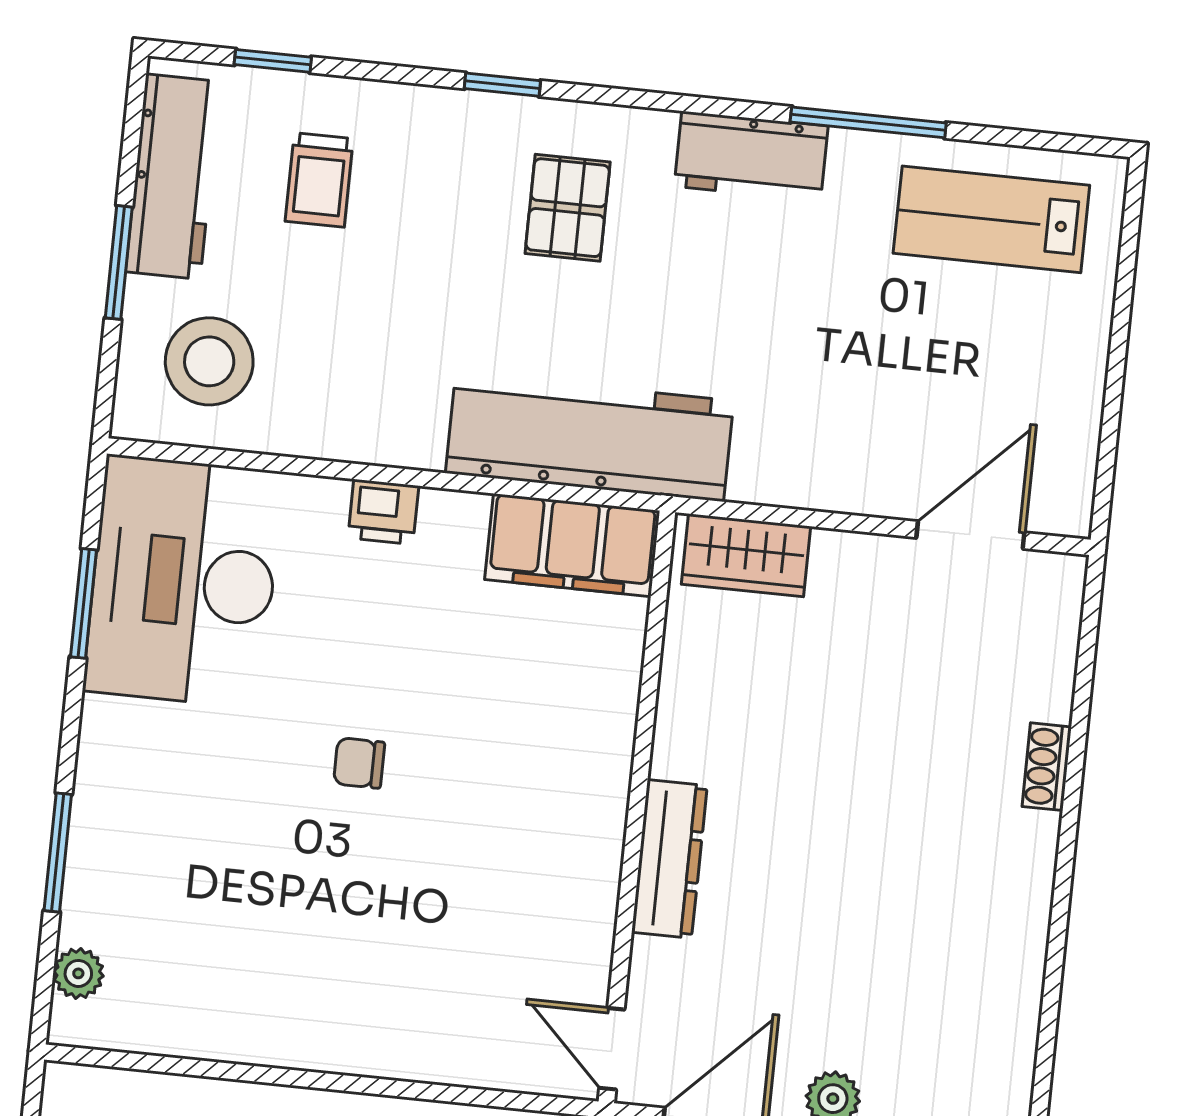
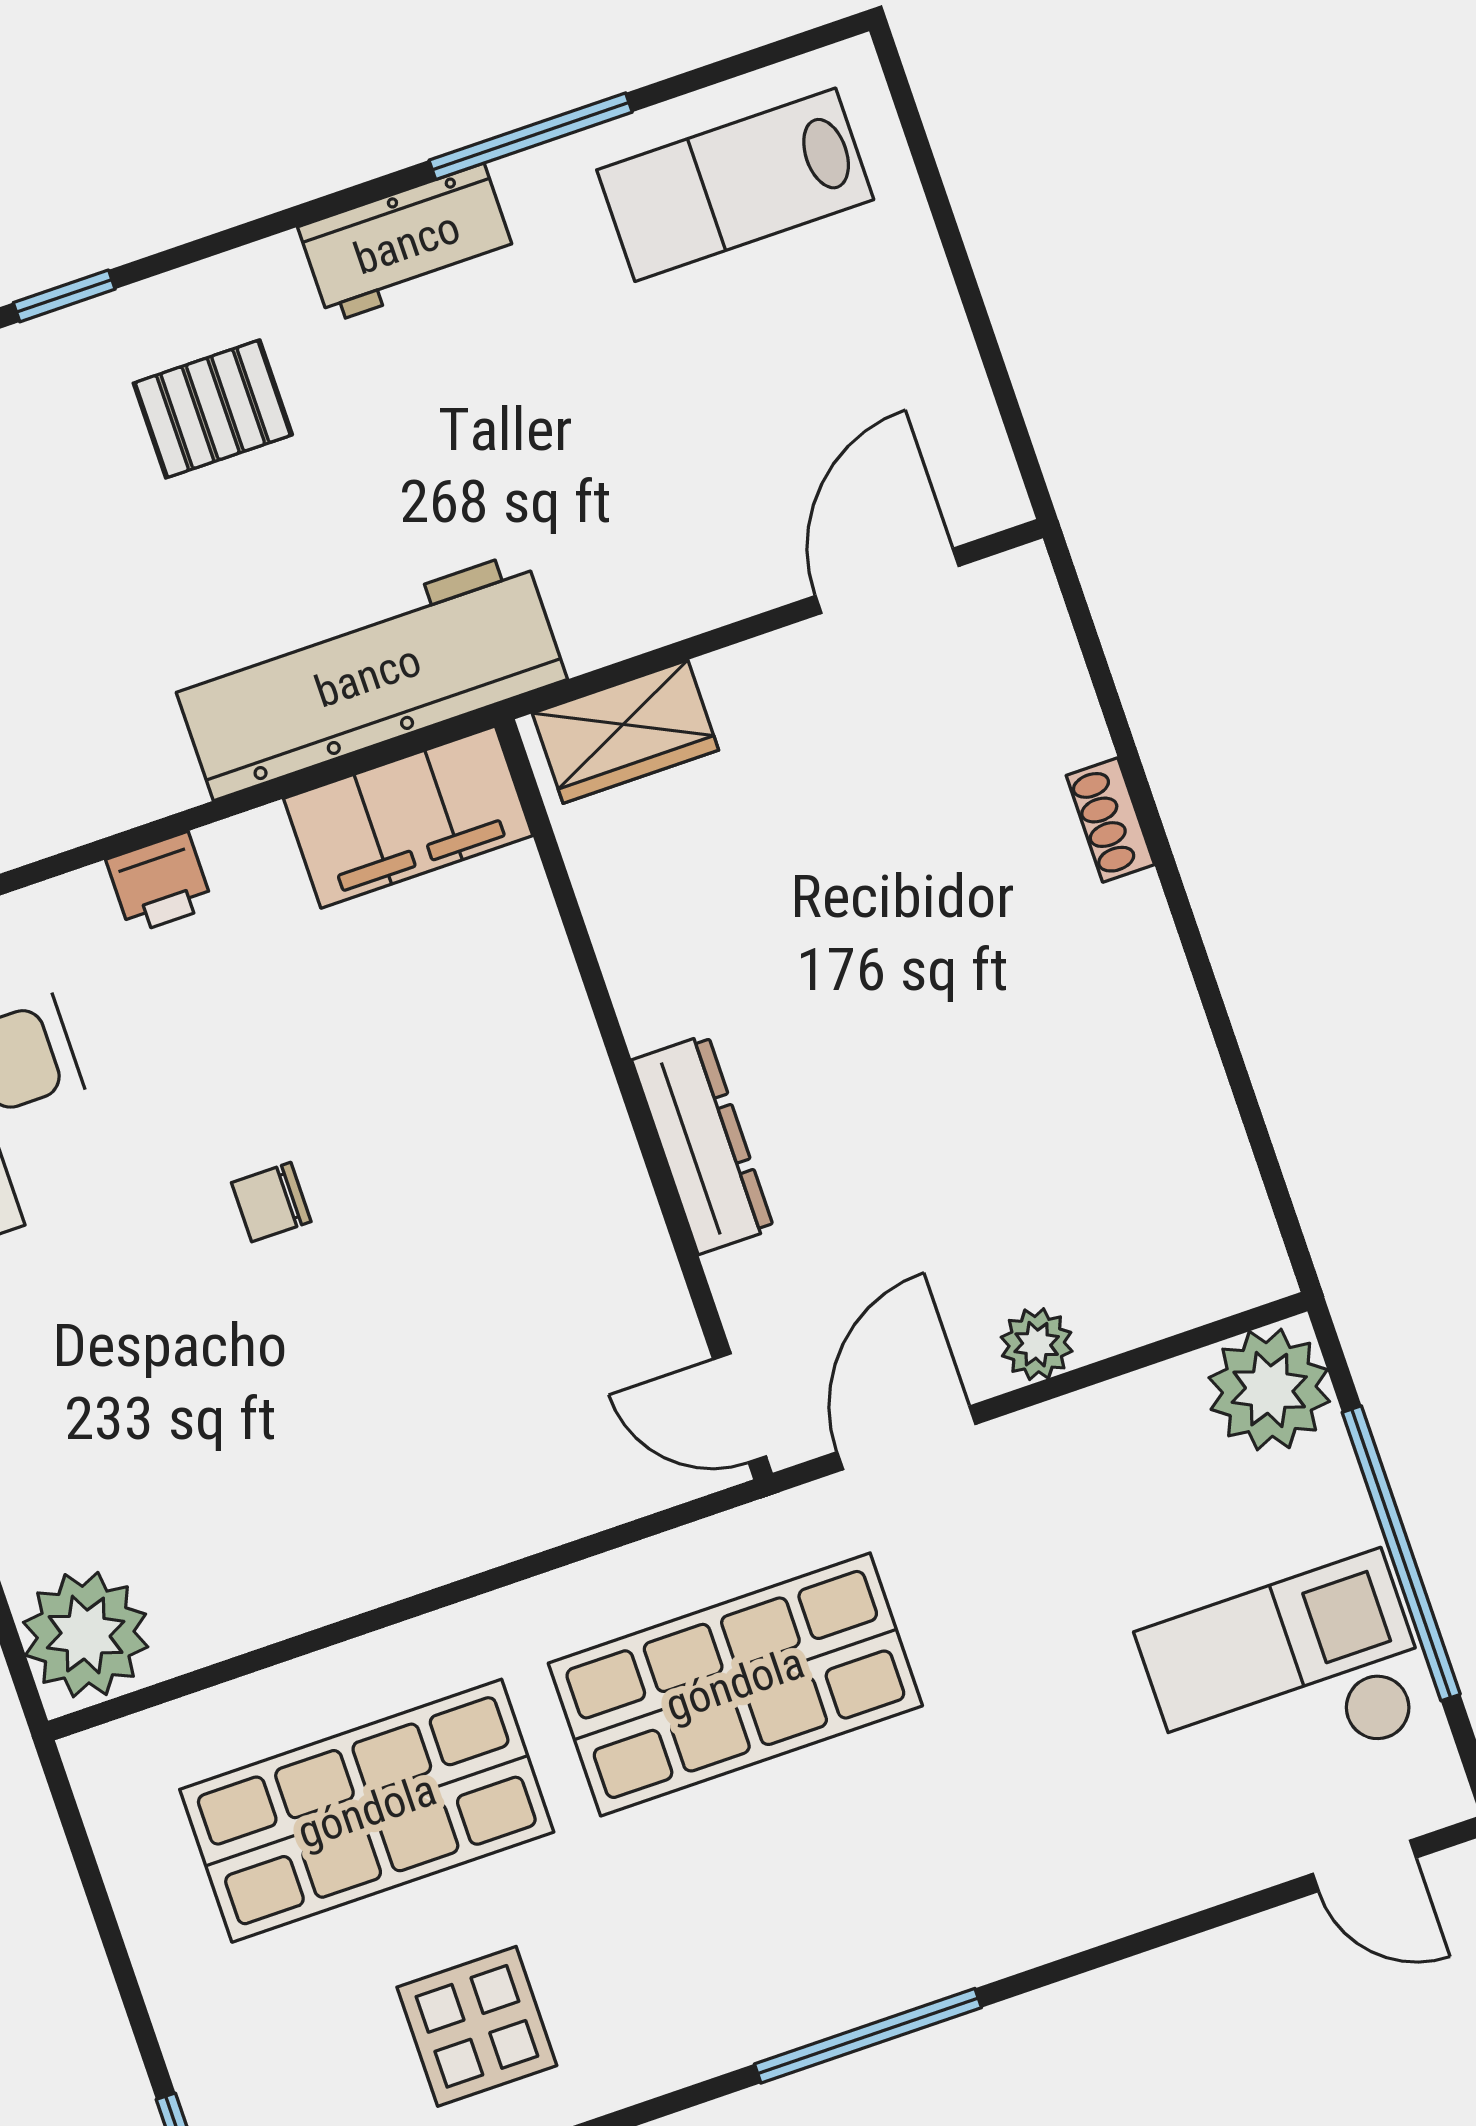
pallet: (568, 208) -> (213, 409), turned 90
plant: (78, 973) -> (86, 1635), width x1.88, depth x1.88

